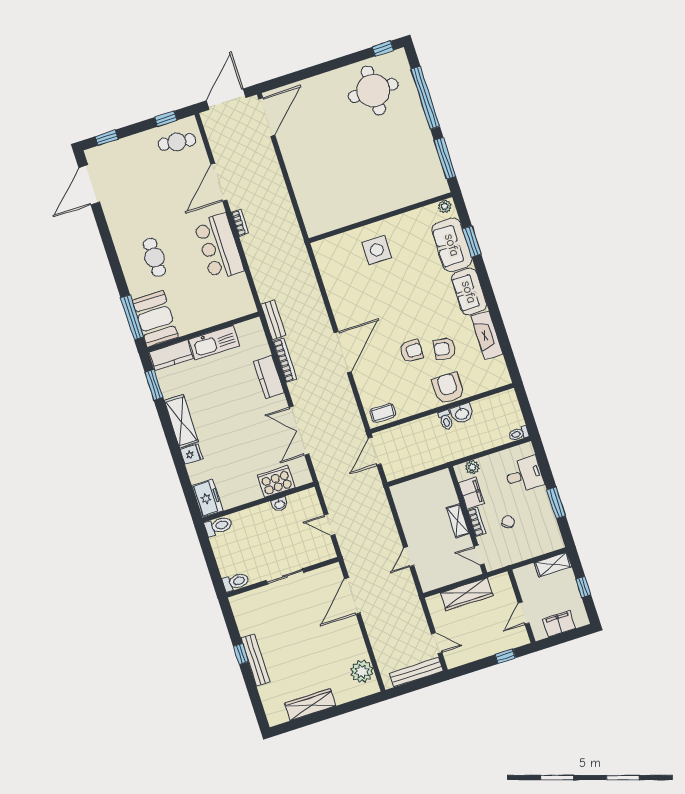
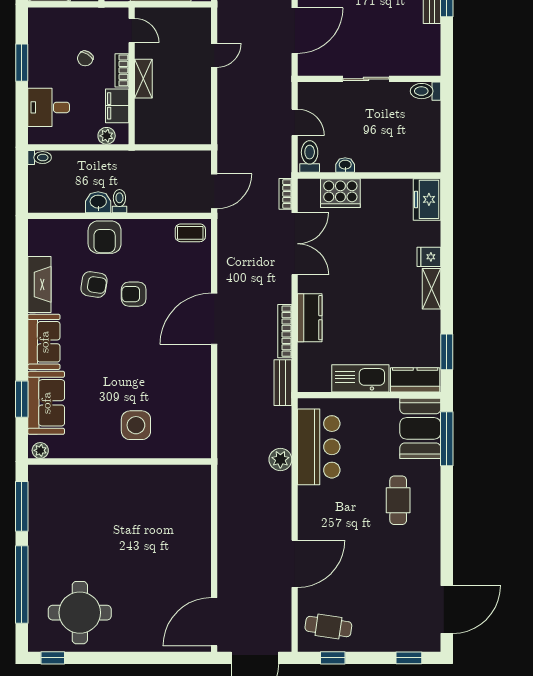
bookcase: (240, 223) -> (285, 194), moved
bar counter: (219, 247) -> (319, 447), moved
plant: (256, 260) -> (280, 459), added
shelving: (181, 421) -> (431, 289), width x0.67, depth x0.75
toilet: (218, 526) -> (310, 157), moved, turned 90

